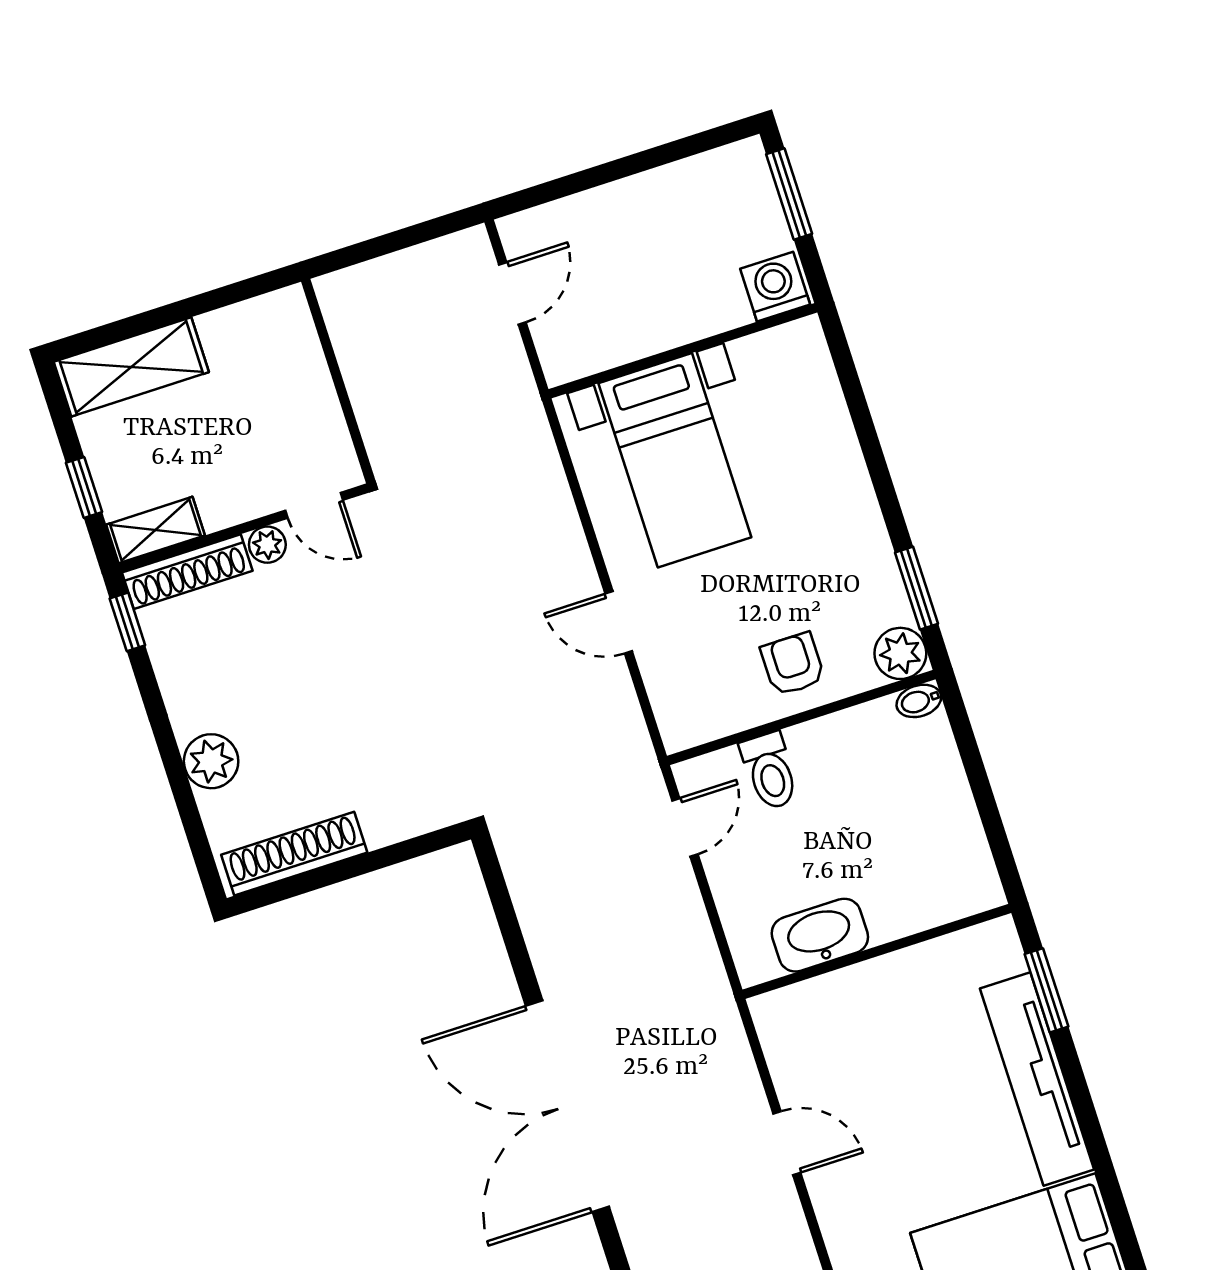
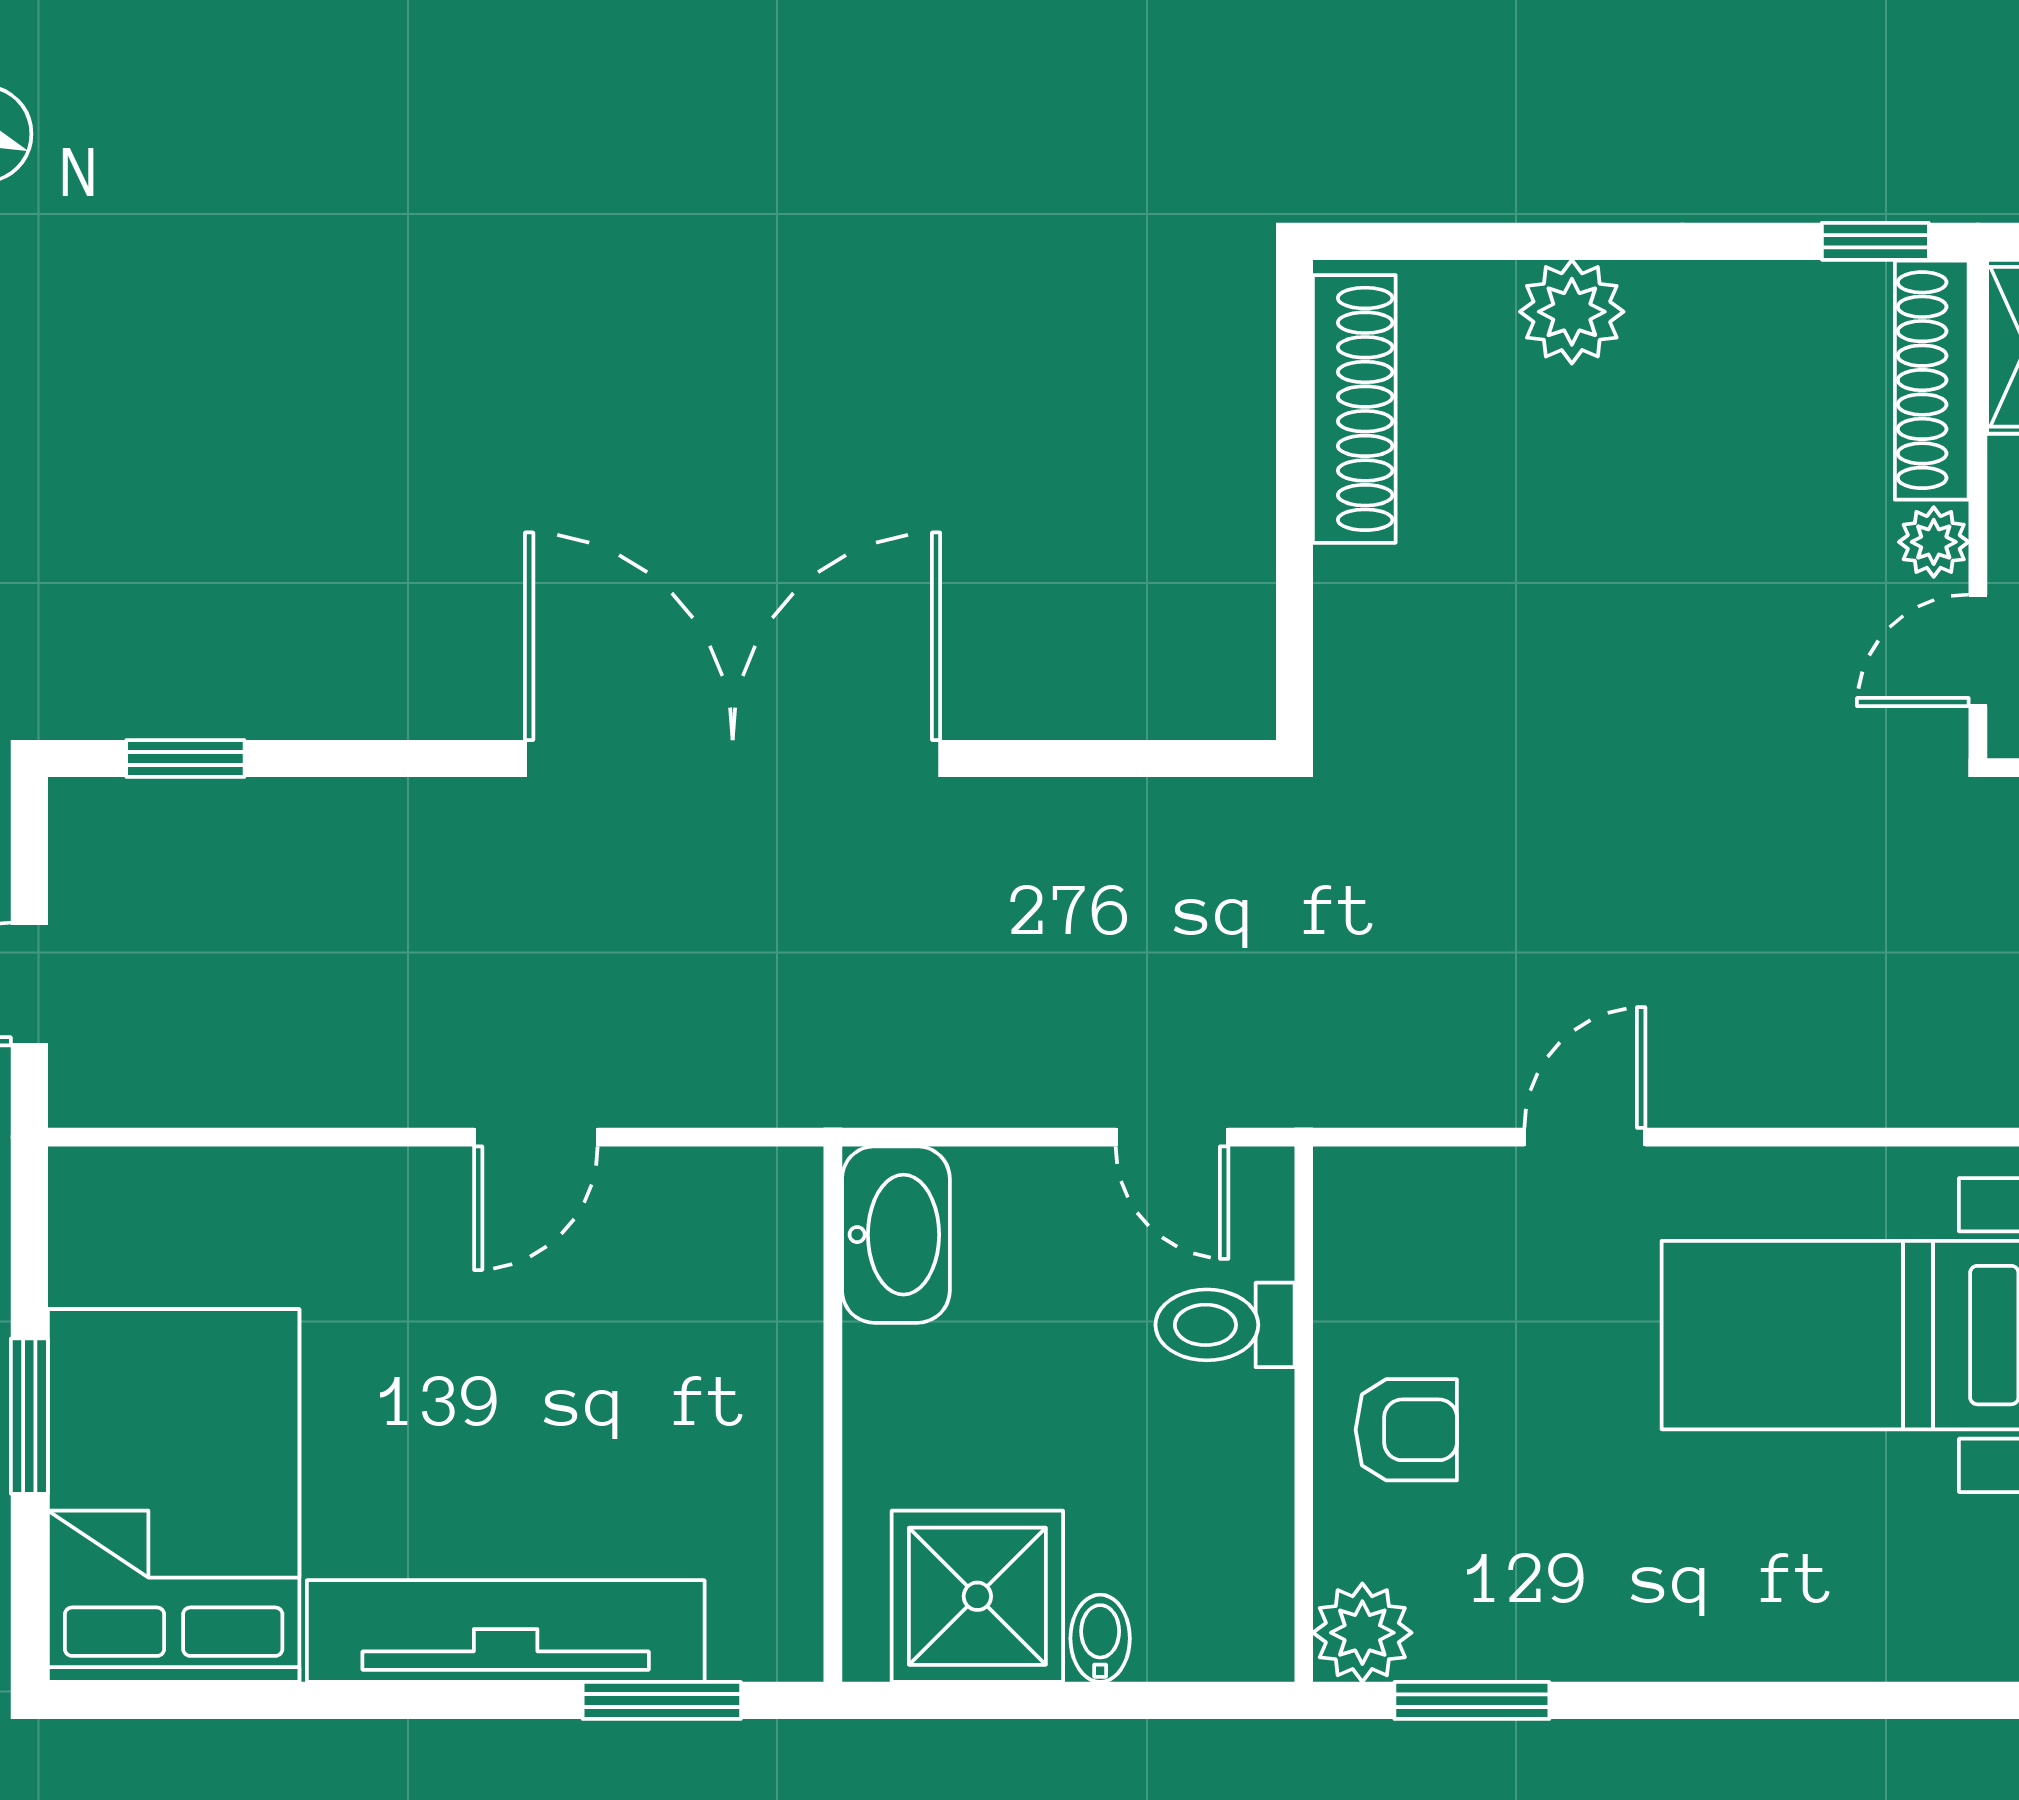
bidet: (919, 701) -> (1100, 1638), moved
shower: (944, 850) -> (977, 1596), added
washbasin: (820, 935) -> (896, 1235), moved

